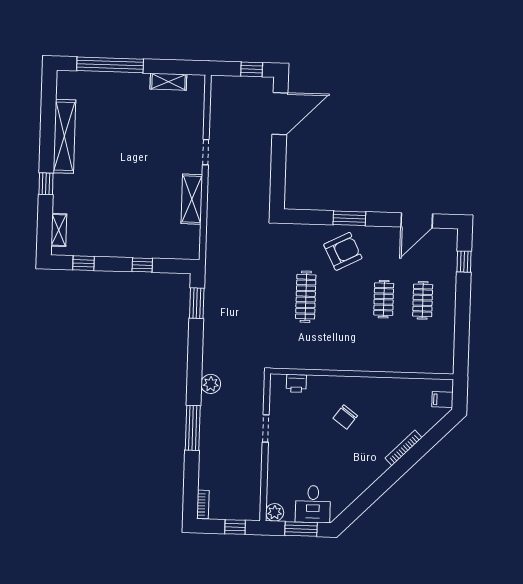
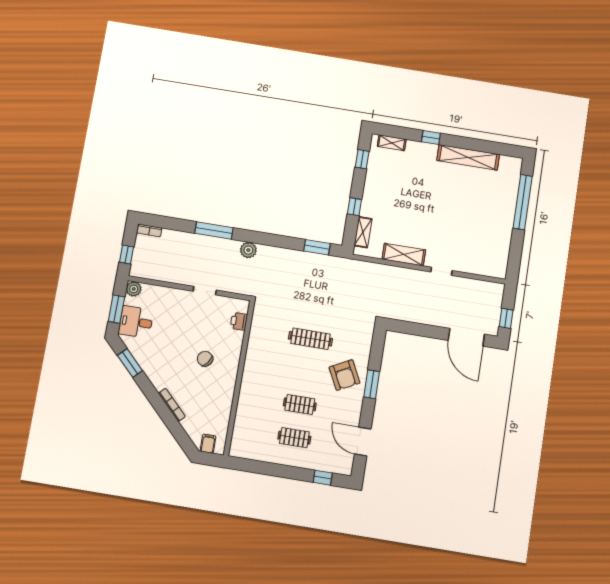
shelving: (168, 82) -> (363, 232), moved
window: (362, 504) -> (130, 363), added

